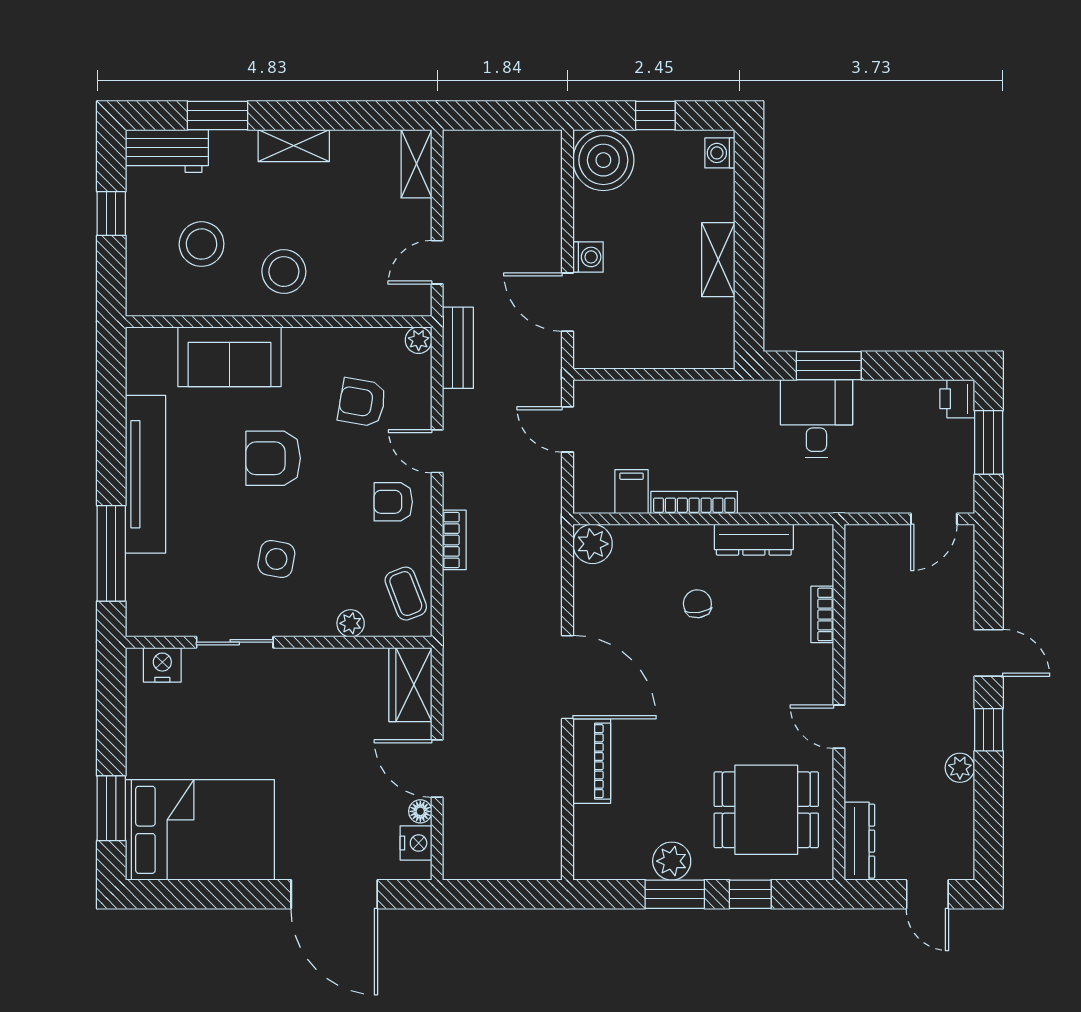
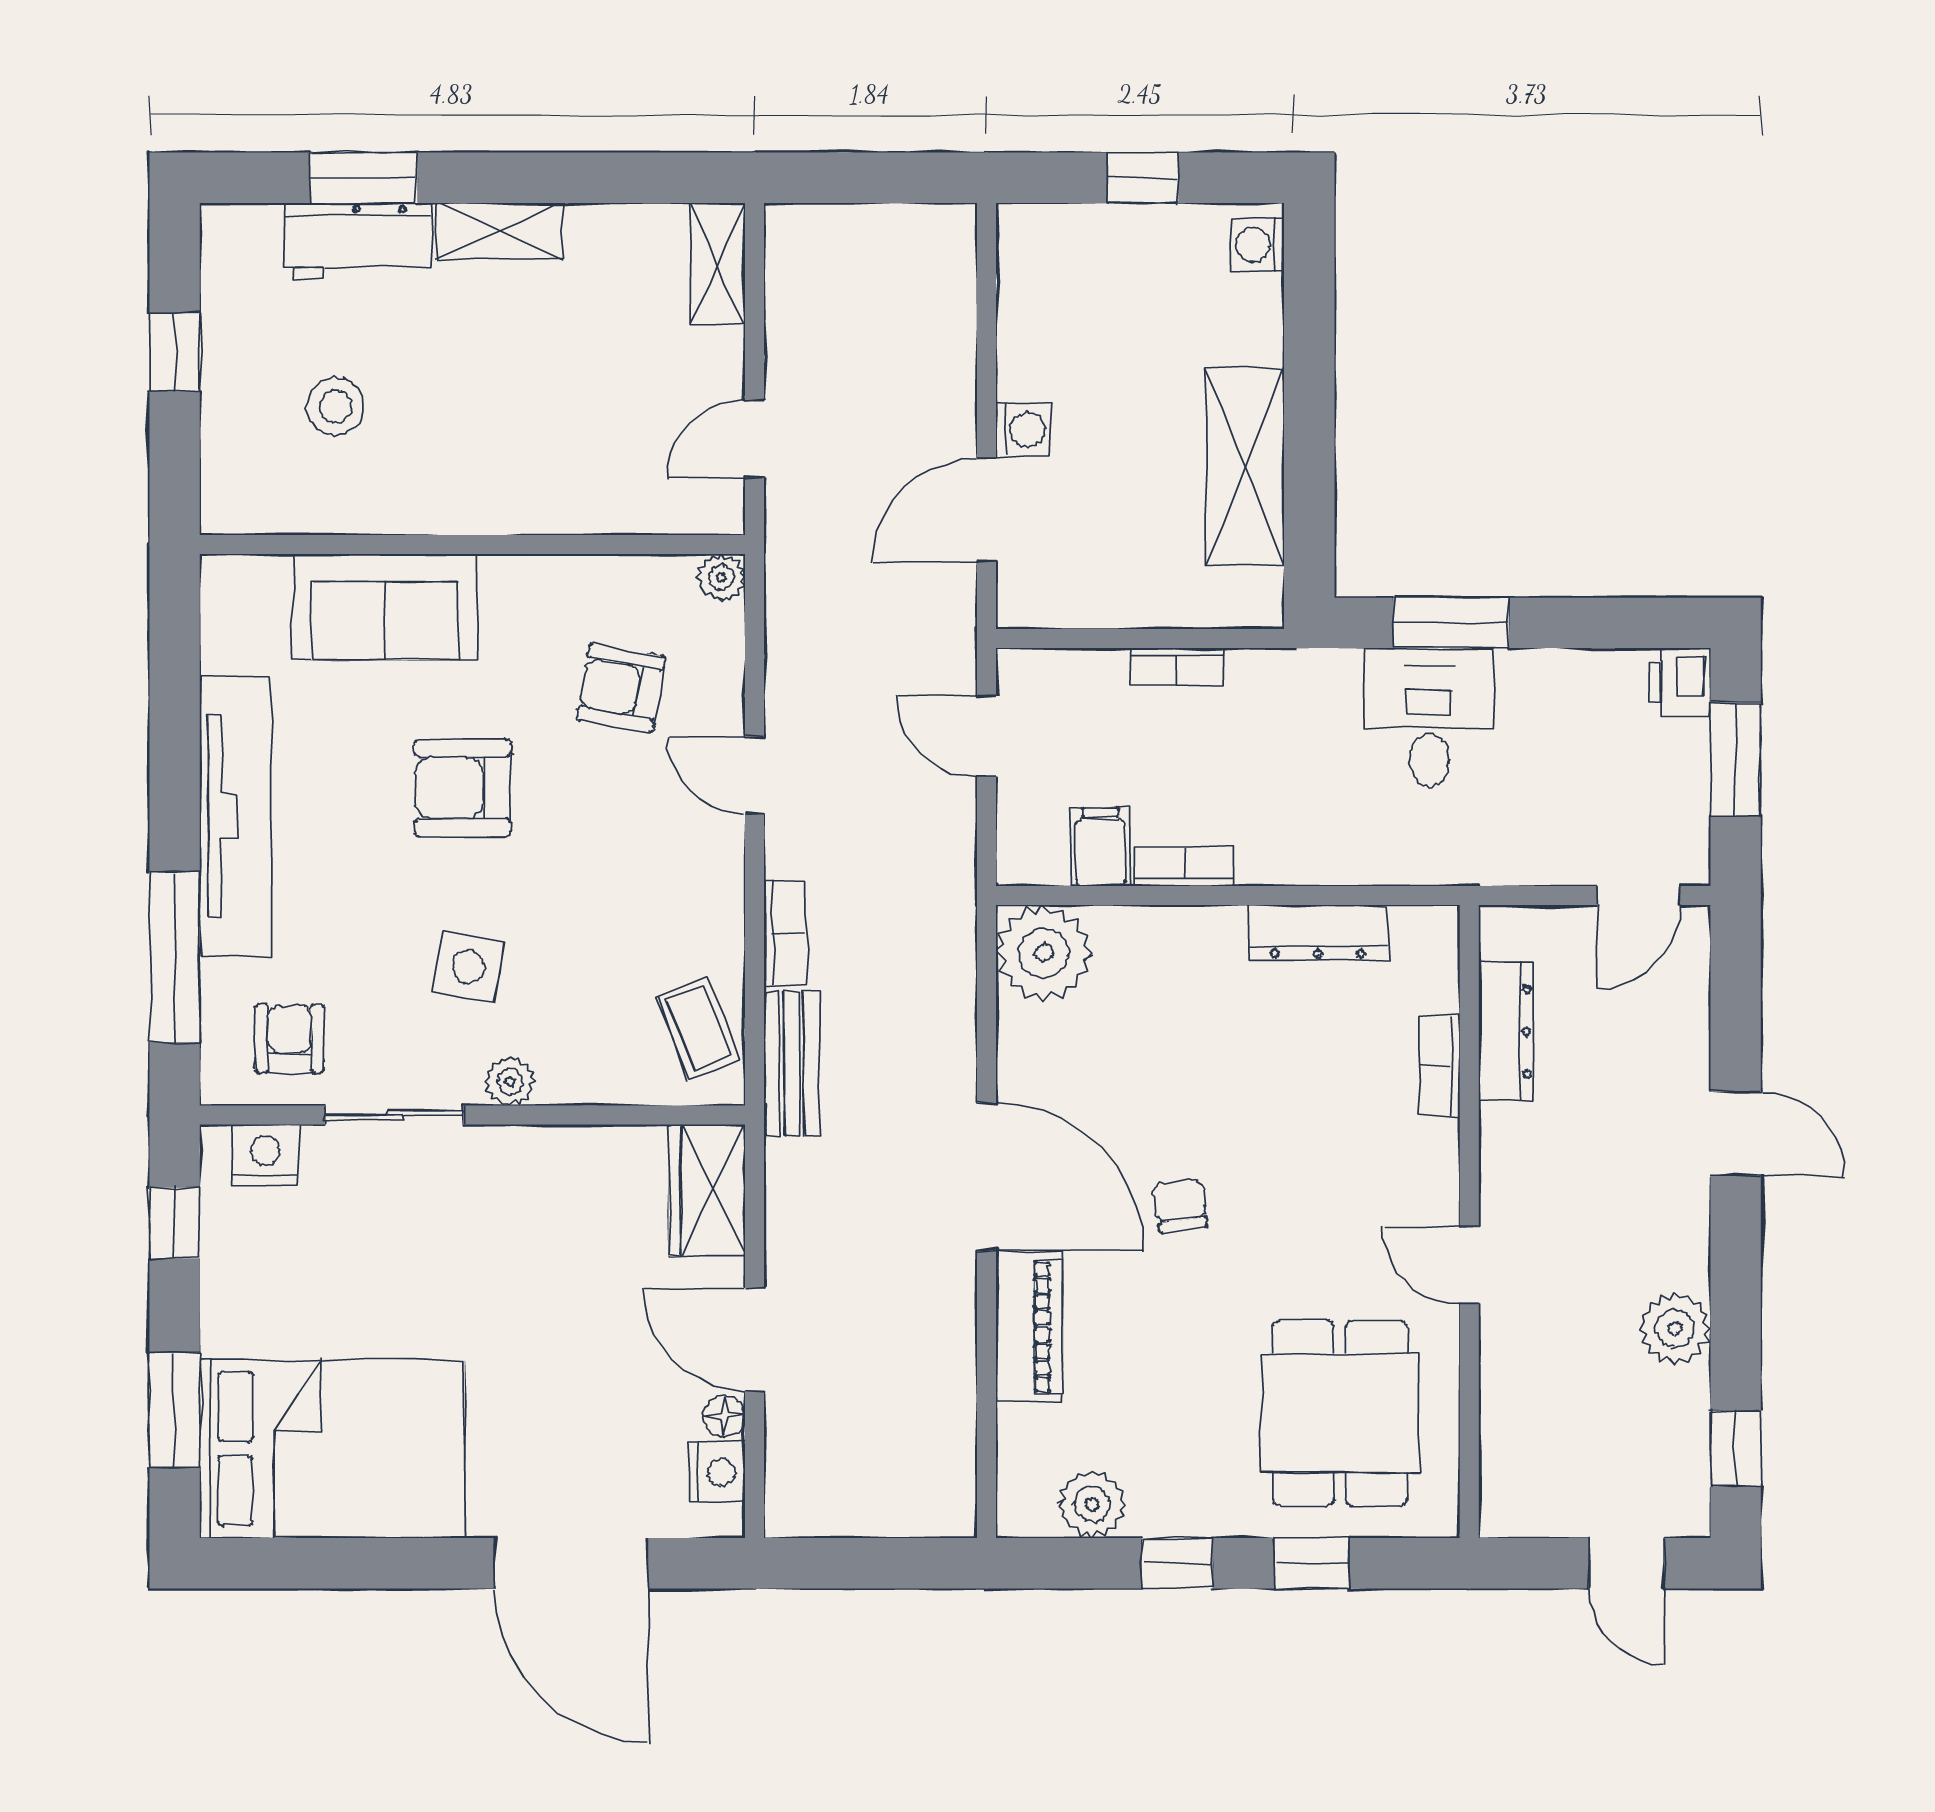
workbench: (167, 151) -> (357, 241), moved
boiler: (603, 160) -> (1050, 257), removed
stool: (202, 244) -> (335, 407), width x0.73, depth x0.73
shelving: (718, 260) -> (1245, 467), width x1.50, depth x1.33
stool: (284, 272) -> (482, 455), removed
door: (568, 302) -> (986, 510), hinge flipped
bench: (458, 348) -> (791, 1063), moved
bookcase: (674, 390) -> (1177, 667), added
armchair: (393, 502) -> (290, 1039), moved, turned 90
bookcase: (694, 503) -> (1184, 866), width x0.64
plant: (593, 544) -> (1044, 953), width x1.36, depth x1.36
chair: (697, 604) -> (1180, 1205), moved
plant: (351, 623) -> (510, 1081), moved
window: (111, 703) -> (175, 1223), added
window: (989, 730) -> (1736, 1448), moved
plant: (960, 768) -> (1675, 1329), width x1.38, depth x1.38
dining table: (766, 810) -> (1340, 1413), turned 90
dresser: (859, 841) -> (1506, 1031), moved
plant: (672, 861) -> (1092, 1504), moved
window: (675, 894) -> (1177, 1563), width x0.67

